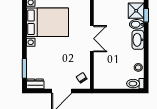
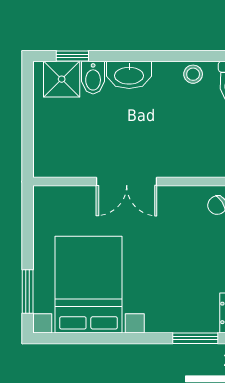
double door: (92, 39) -> (127, 182), swing flipped

